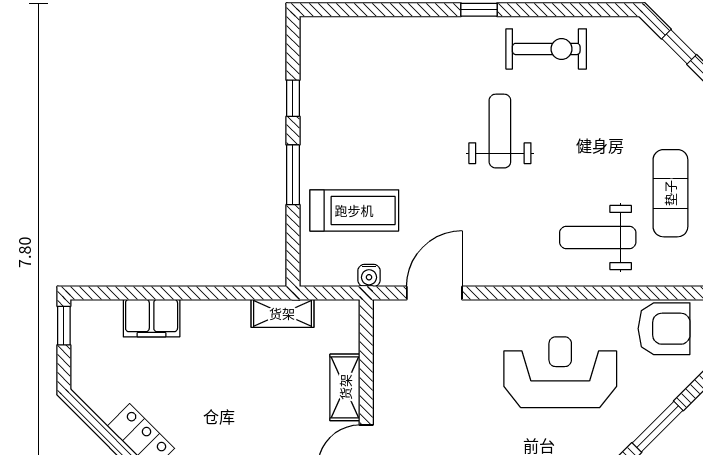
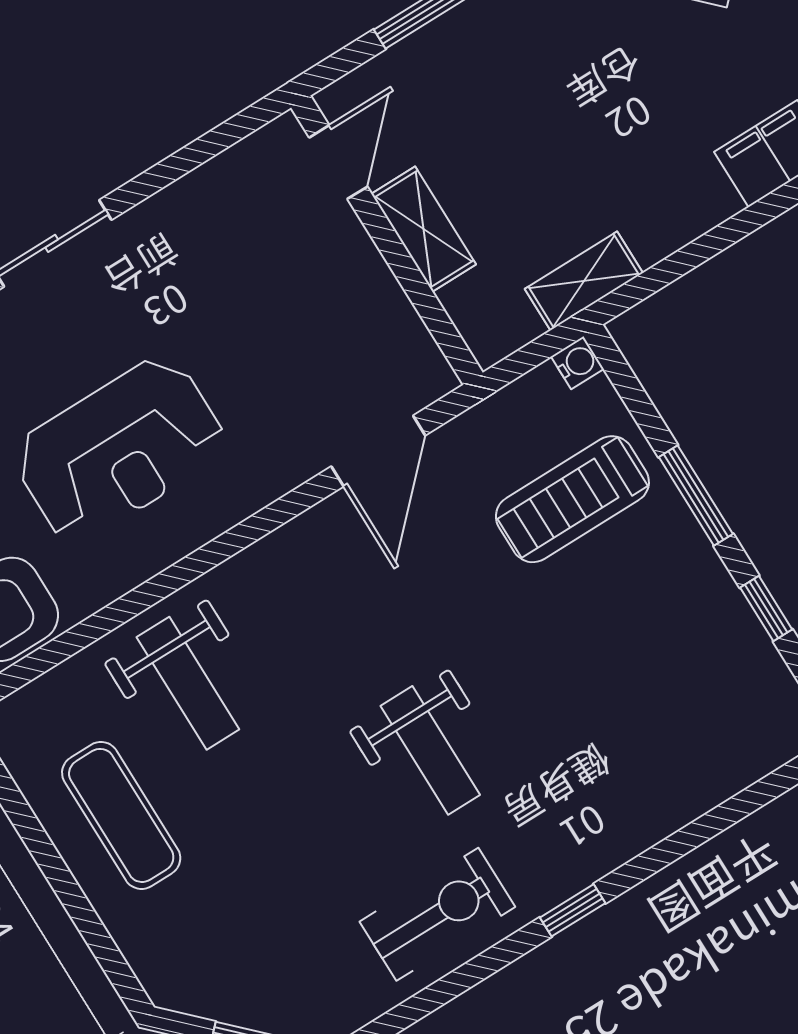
exercise bike: (546, 49) -> (437, 914), turned 180
weight bench: (598, 237) -> (188, 683), turned 90
water cooler: (369, 275) -> (577, 363), moved, turned 90

